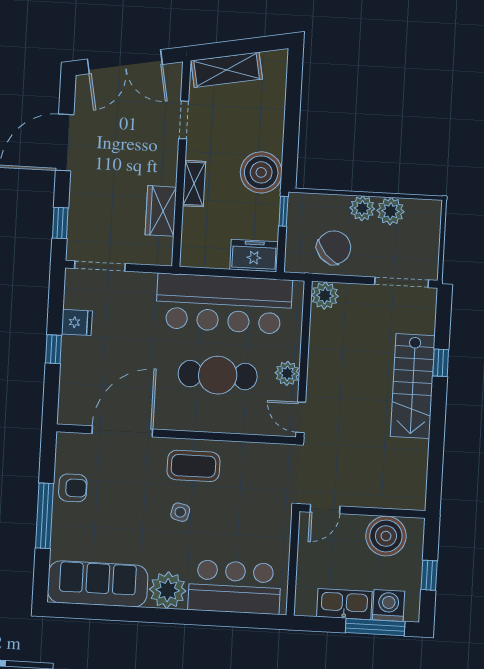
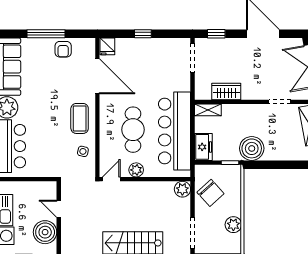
shelving: (194, 184) -> (208, 110), moved
plant: (362, 208) -> (234, 208), removed
fridge: (77, 322) -> (107, 46), moved
door: (325, 509) -> (59, 209), moved
side table: (180, 512) -> (83, 151), moved

